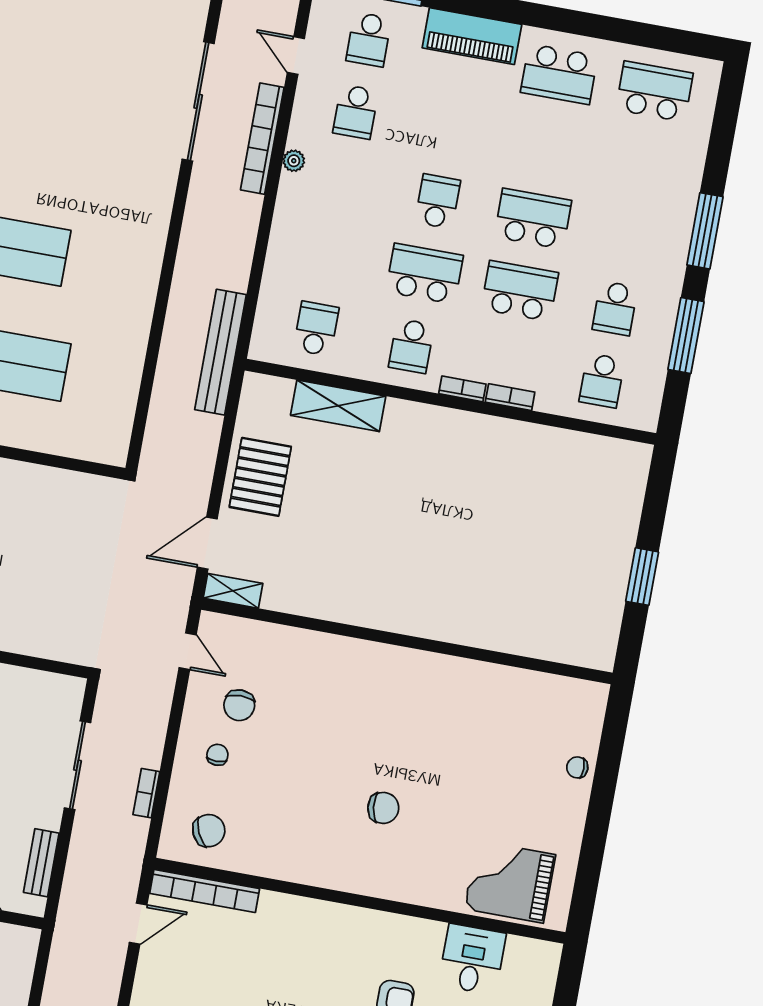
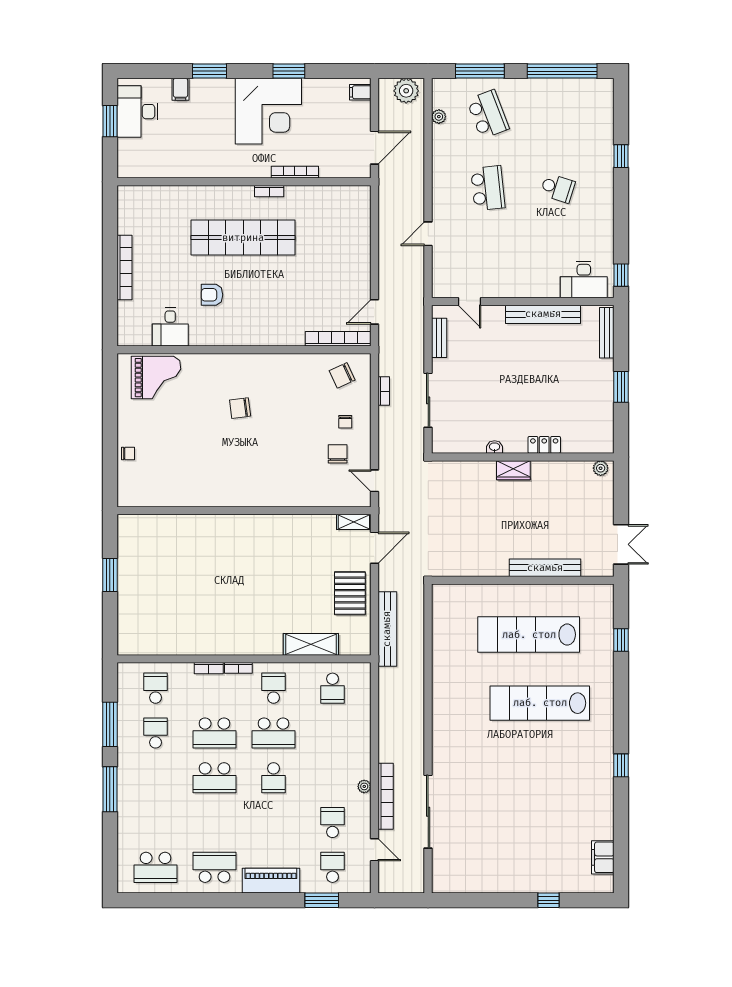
bench: (221, 352) -> (387, 629), moved

